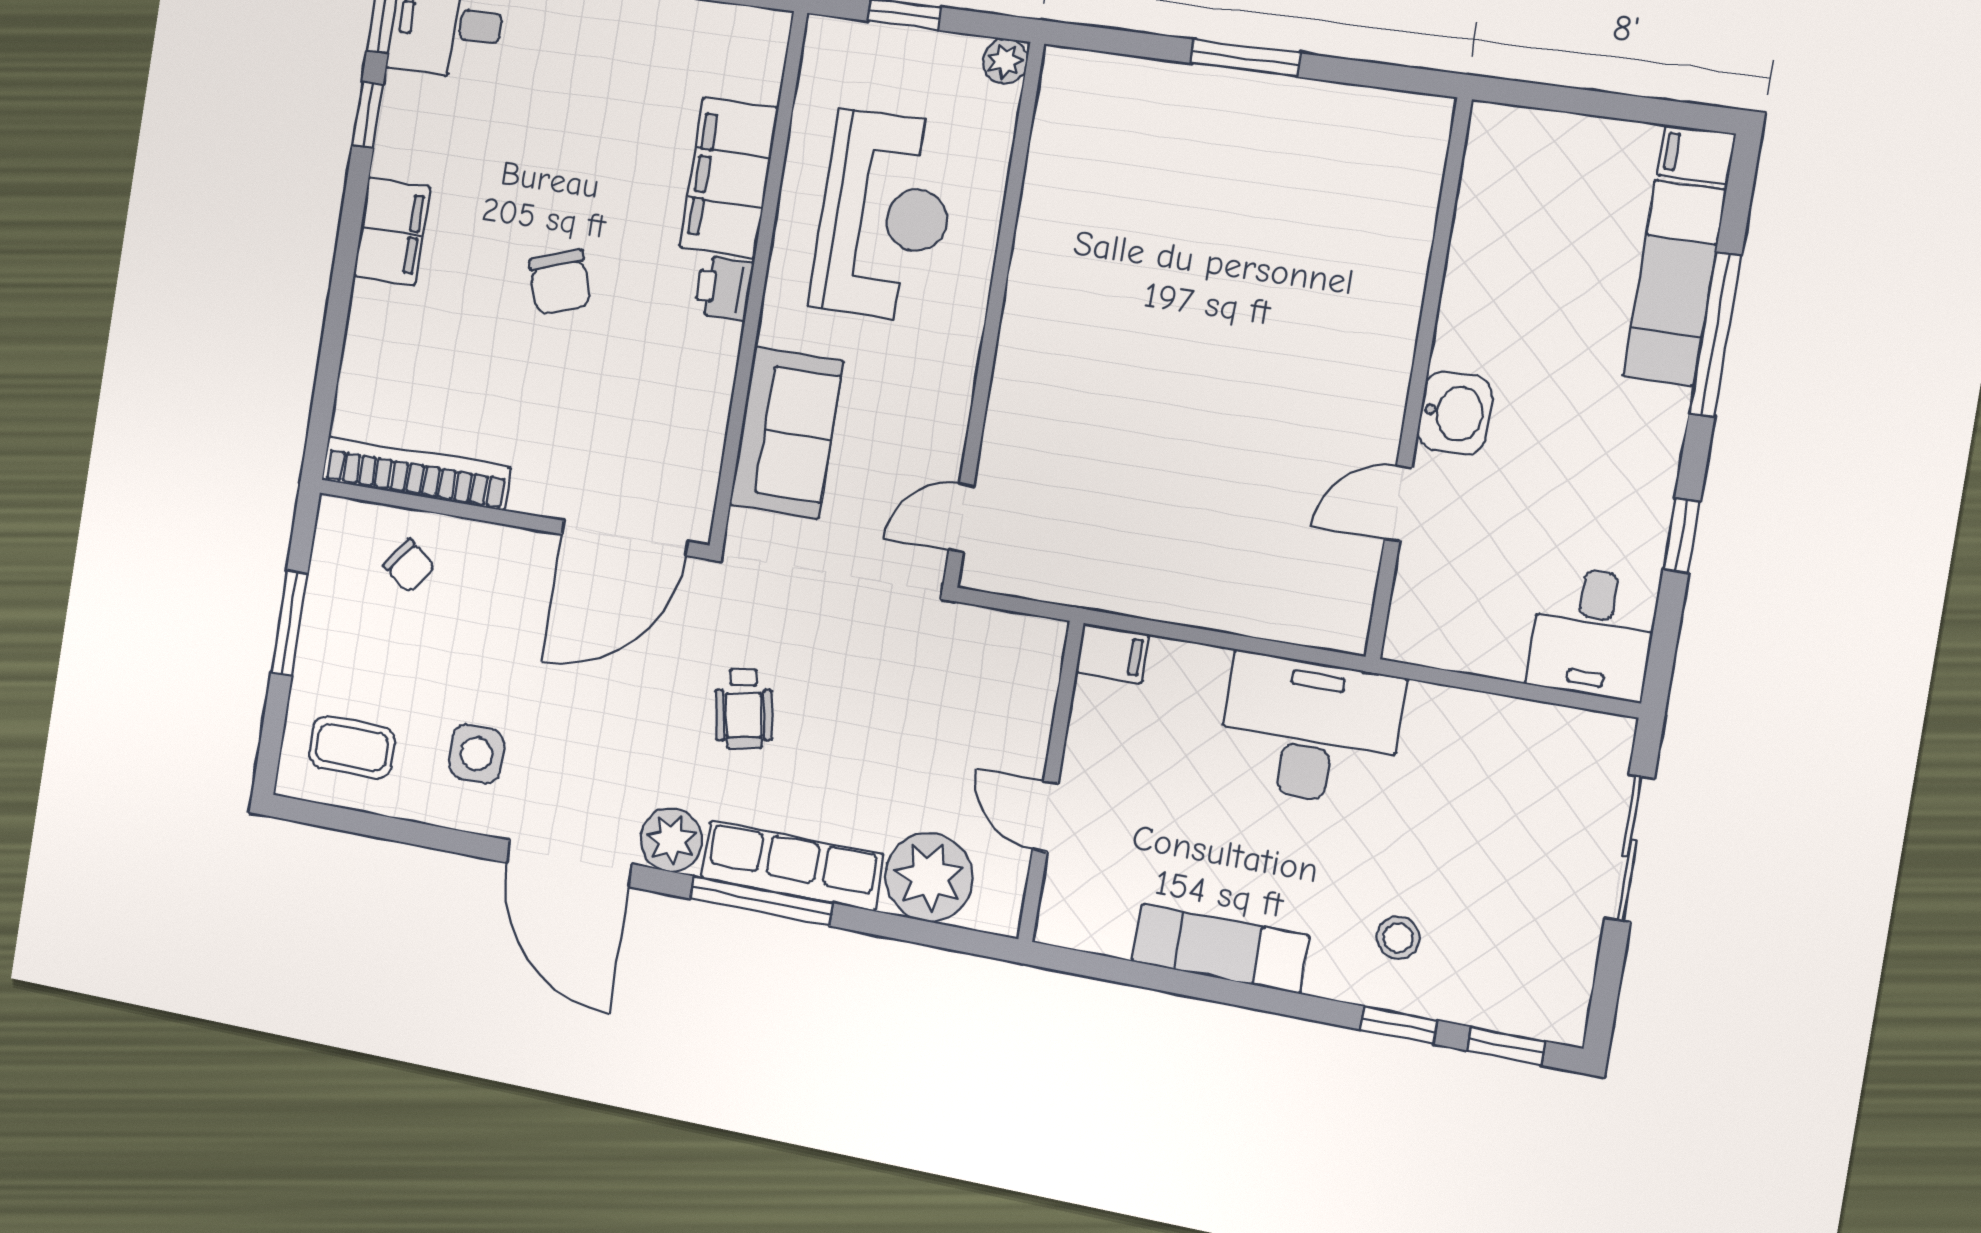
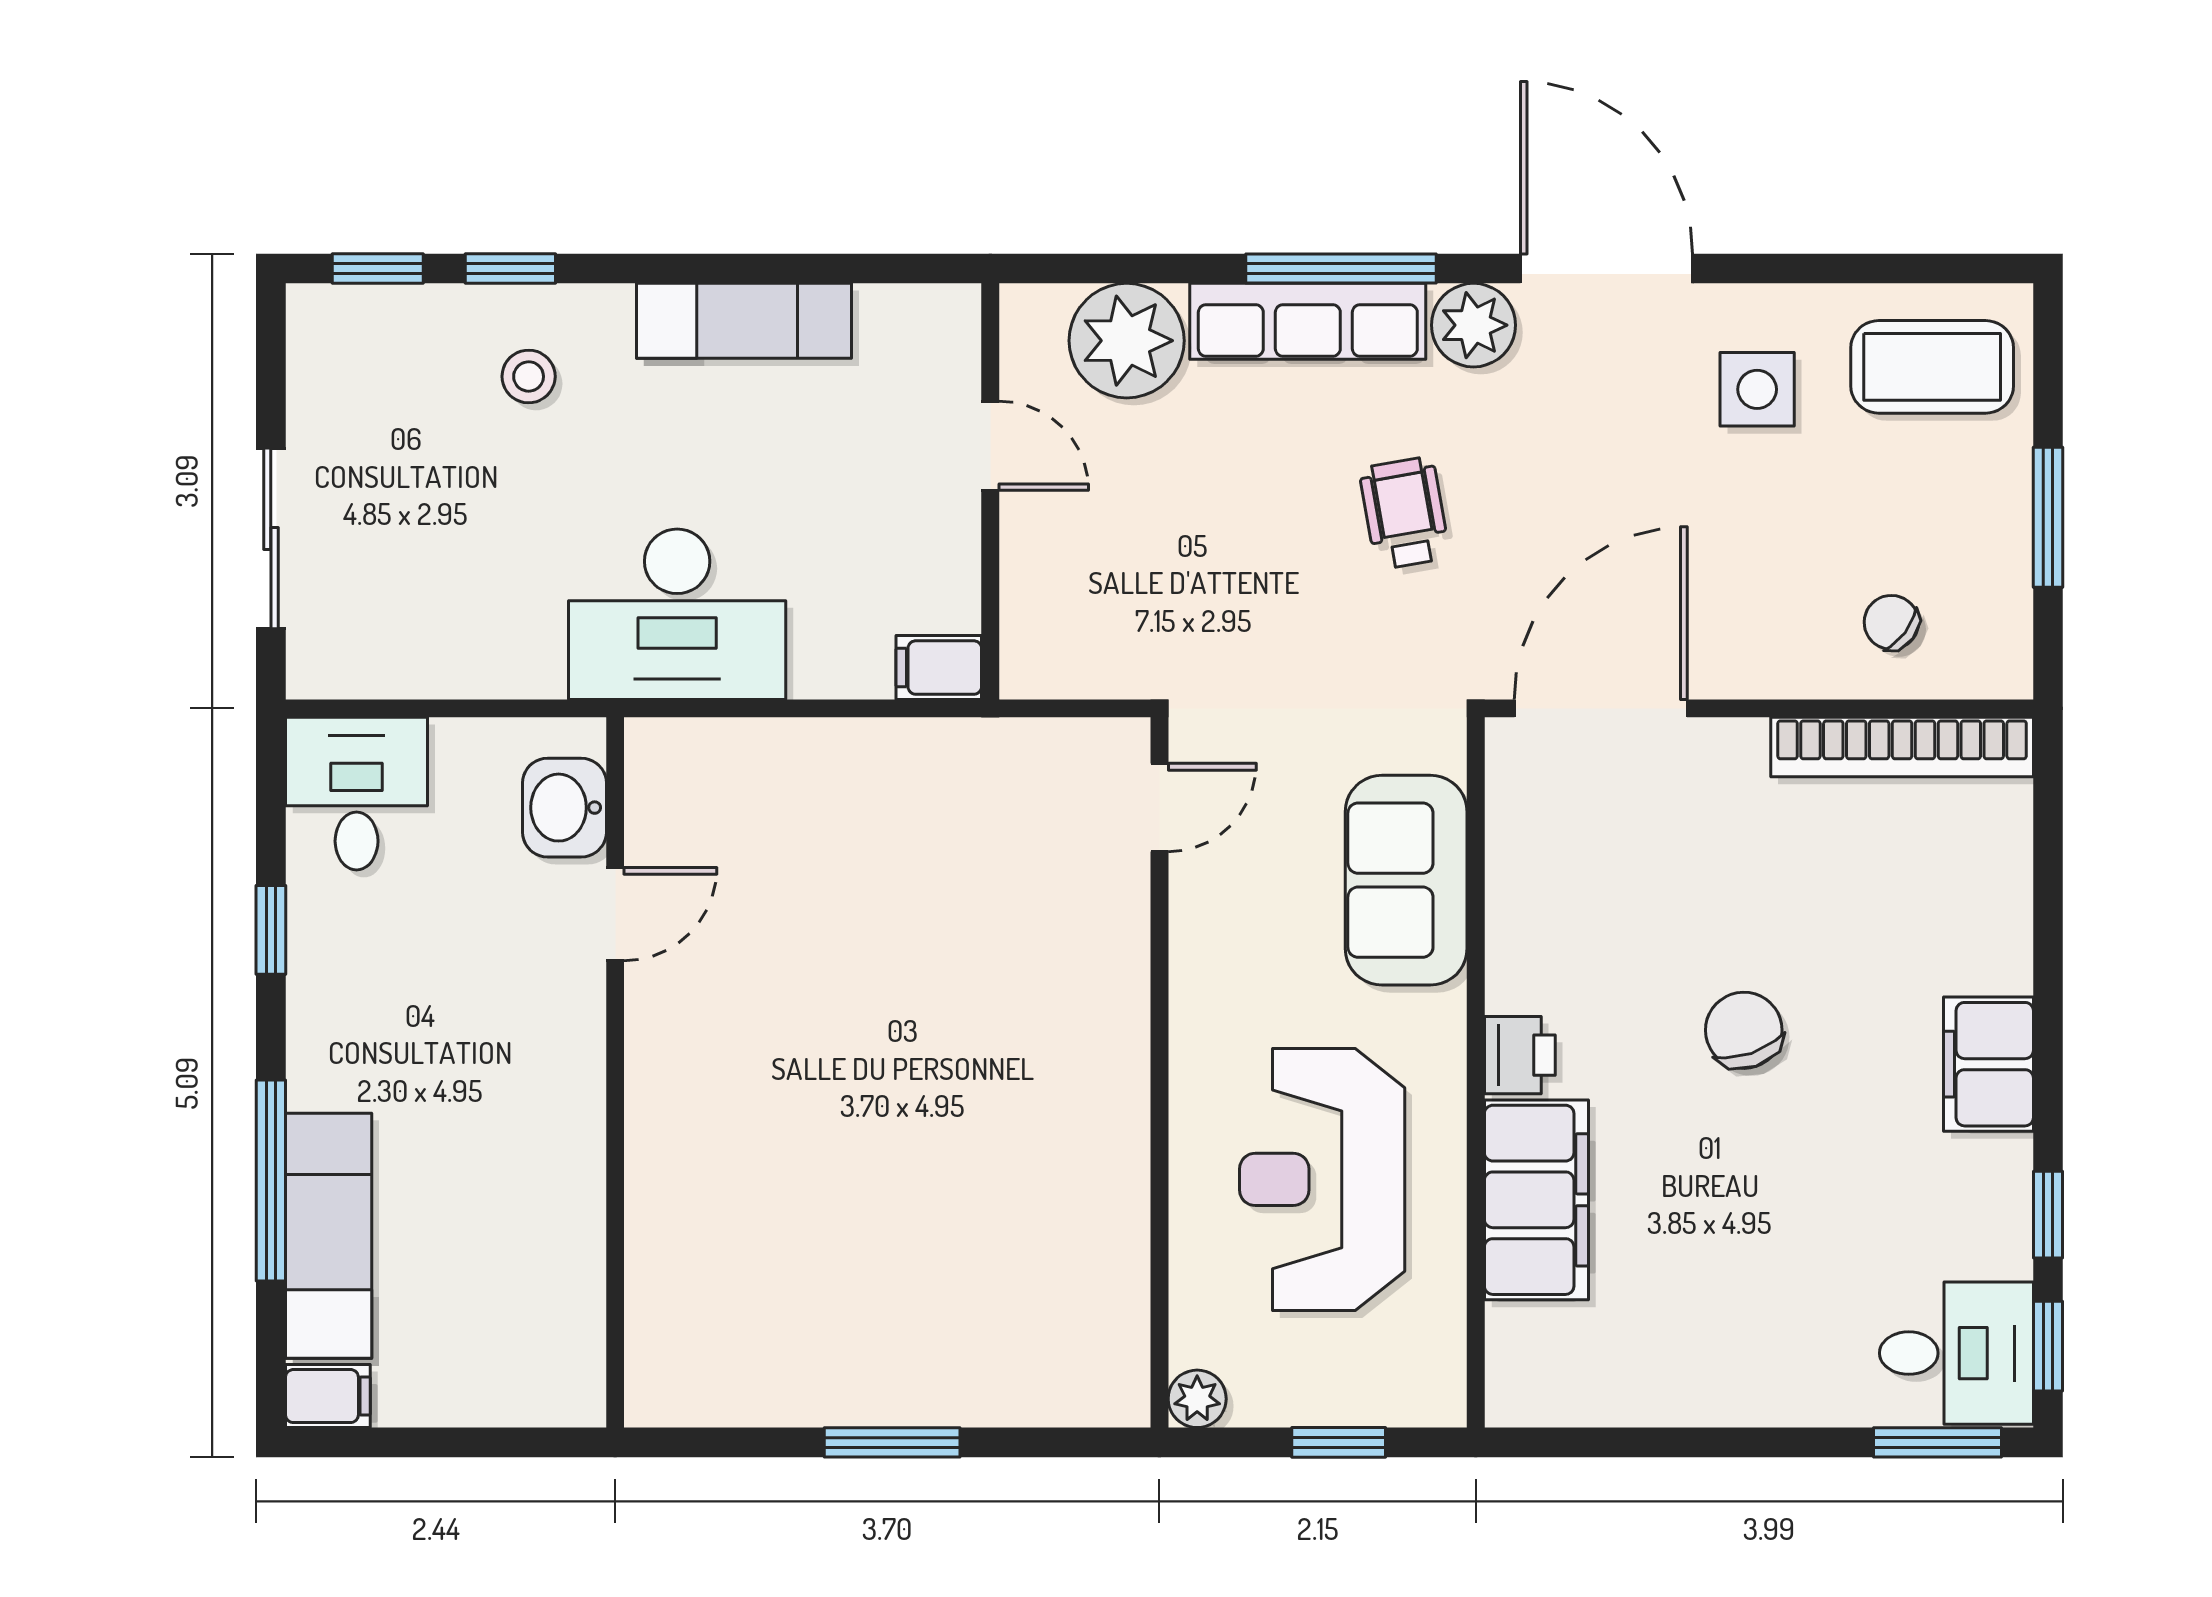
washbasin: (1455, 413) -> (564, 808), moved
coffee table: (352, 747) -> (1932, 367), width x1.36, depth x1.30

